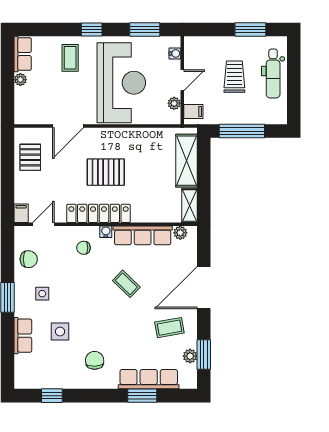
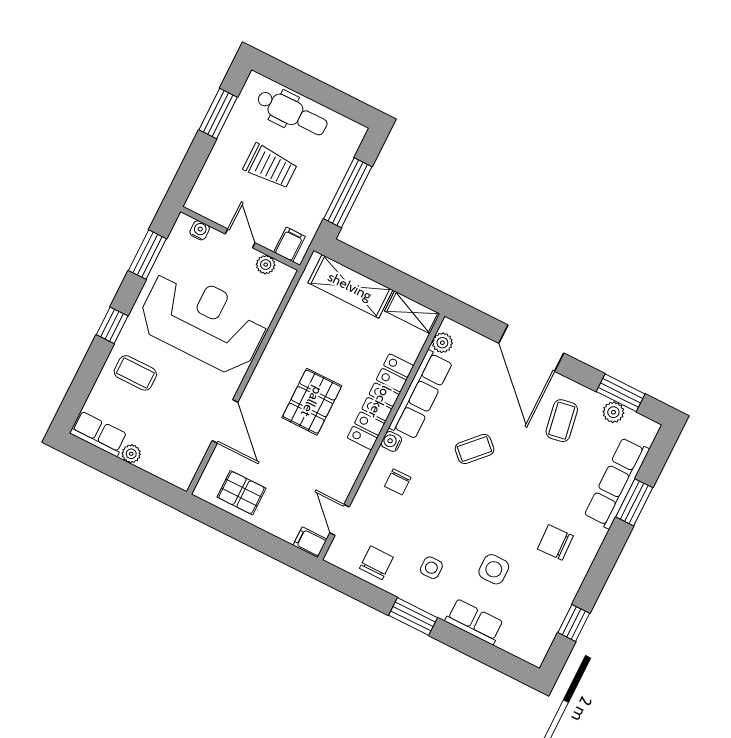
trolley: (234, 77) -> (270, 166), turned 180
locker: (99, 213) -> (380, 402), moved

